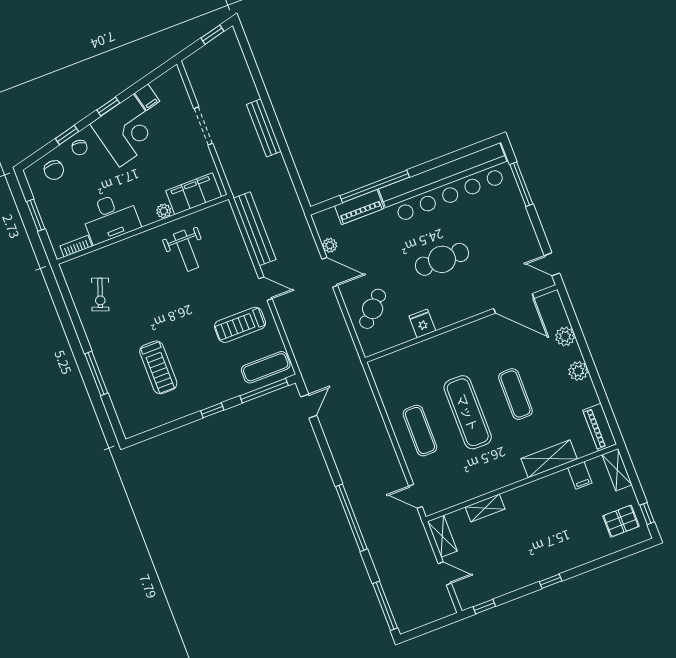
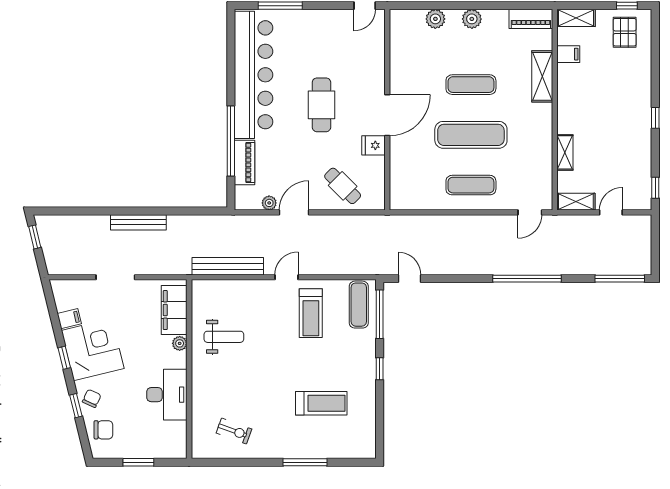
chair: (80, 147) -> (92, 398), turned -75
bookcase: (76, 246) -> (181, 436), removed
door: (514, 303) -> (387, 115), moved

